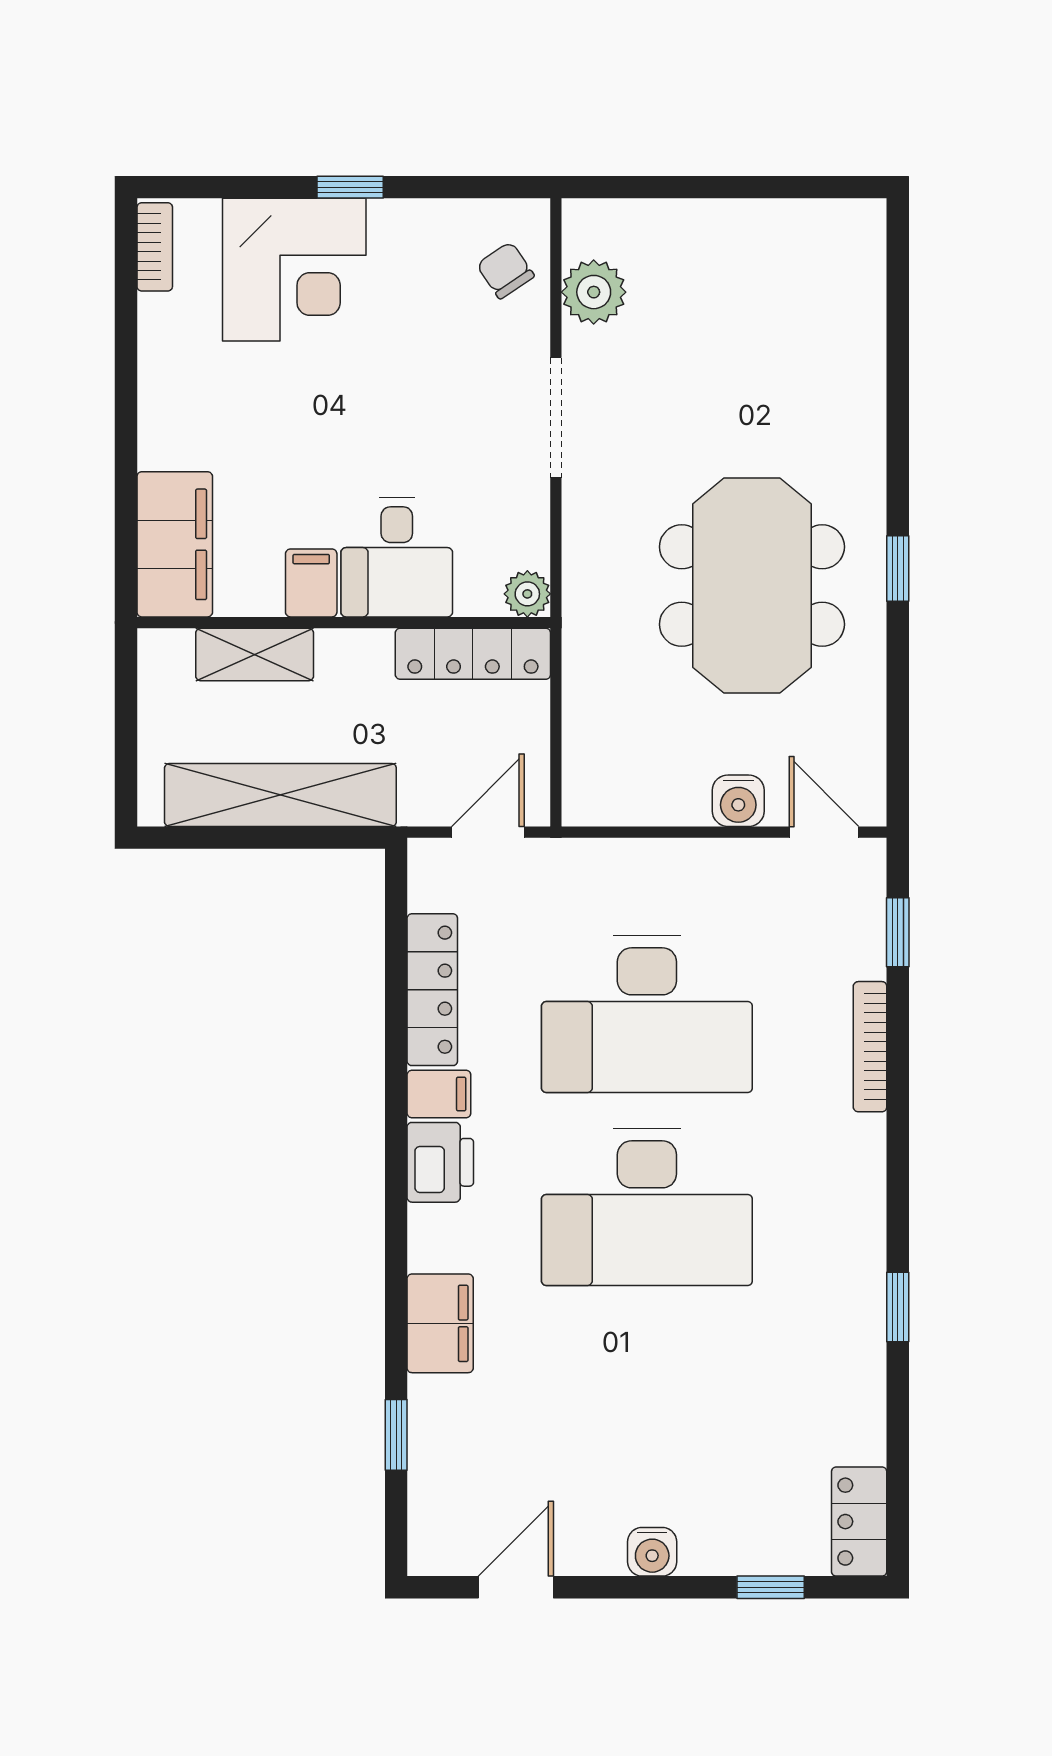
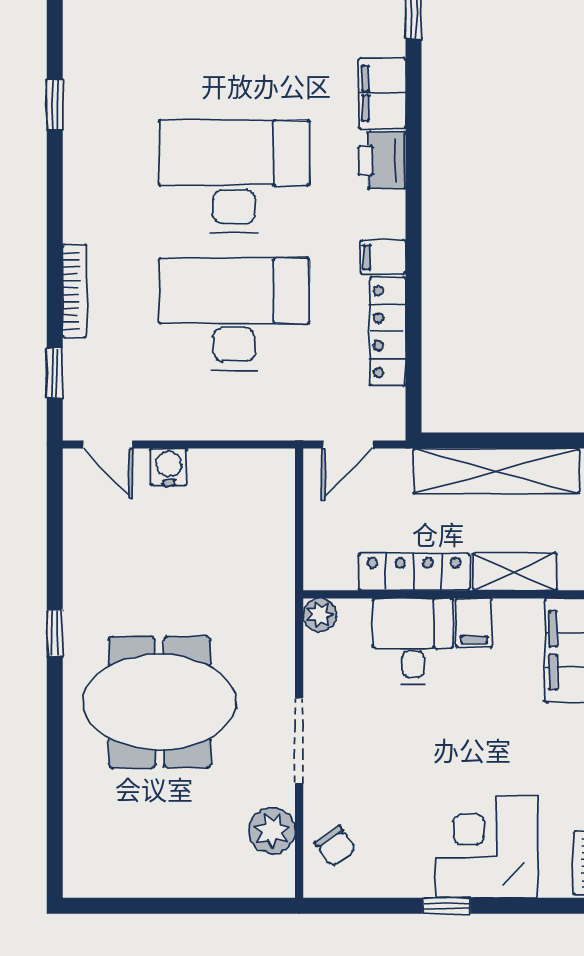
meeting table: (752, 586) -> (160, 702), moved, turned 90
locker: (473, 654) -> (414, 572), moved
printer: (440, 1162) -> (382, 160), moved

